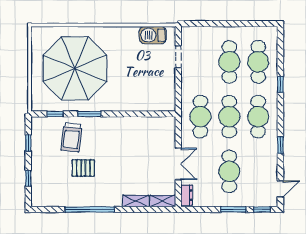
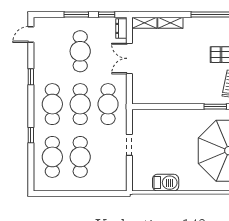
barbecue: (153, 35) -> (166, 183), moved
doorway: (178, 57) -> (129, 145), moved
window: (262, 209) -> (107, 15), moved

